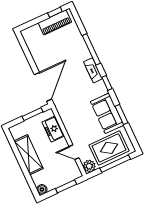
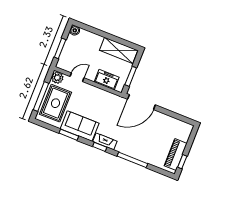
fireplace: (93, 70) -> (105, 141), moved
door: (43, 87) -> (141, 102), hinge flipped
shelving: (29, 155) -> (119, 50), moved

